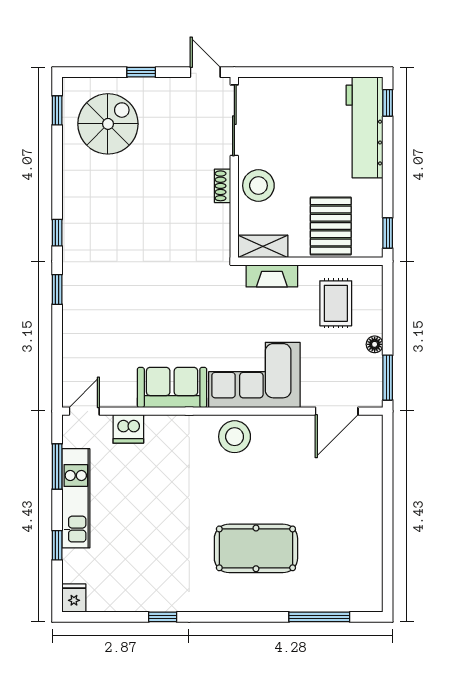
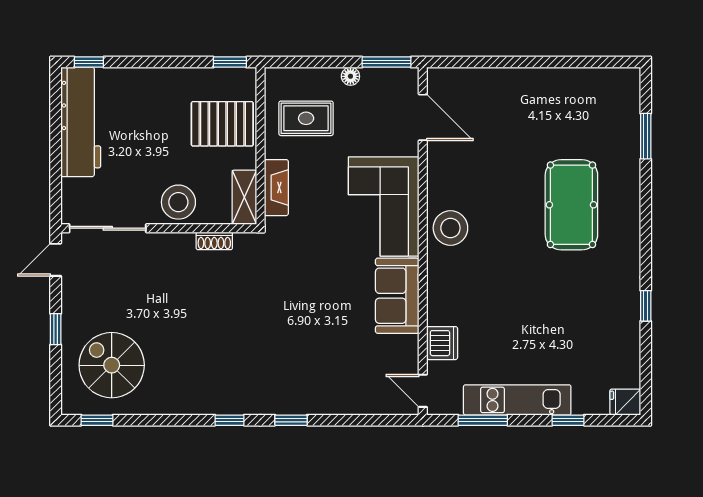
workbench: (365, 127) -> (81, 122), moved, turned -90
shoe rack: (223, 186) -> (214, 241), moved
window: (319, 617) -> (646, 136), width x0.69

